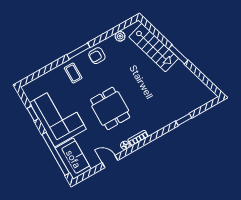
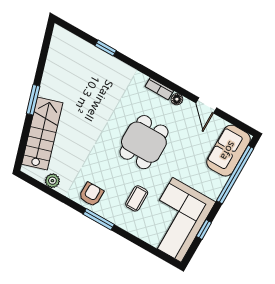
armchair: (97, 56) -> (91, 194), turned -90
coffee table: (73, 73) -> (137, 198), moved
corner sofa: (58, 116) -> (177, 220), moved

